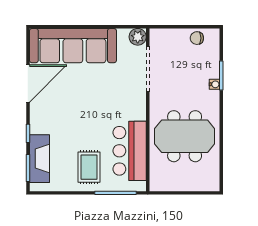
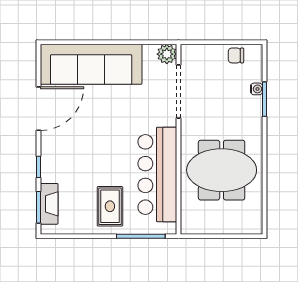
water cooler: (215, 84) -> (257, 89), moved
bar counter: (130, 151) -> (157, 175), width x1.36
fireplace: (39, 159) -> (49, 204), width x0.73, depth x0.76

